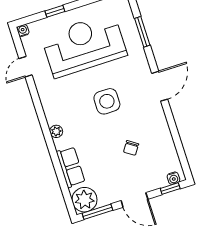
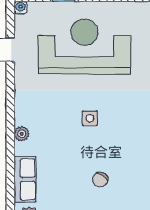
side table: (107, 101) -> (90, 118), width x0.54, depth x0.54

